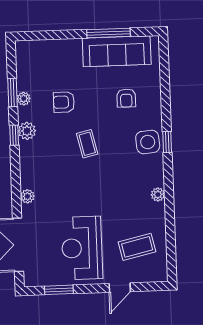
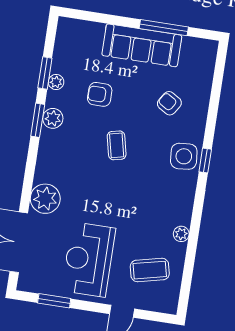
sofa: (117, 51) -> (142, 45), moved
armchair: (126, 98) -> (169, 103), turned 122
window: (14, 135) -> (38, 120), width x1.50
plant: (158, 195) -> (181, 234), moved
plant: (27, 196) -> (45, 199), width x1.88, depth x1.88

